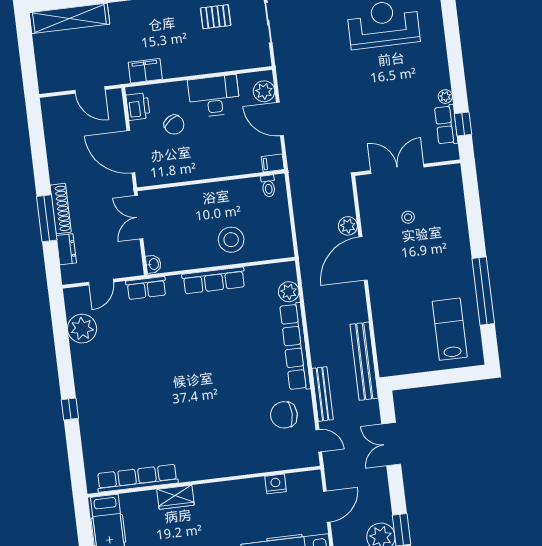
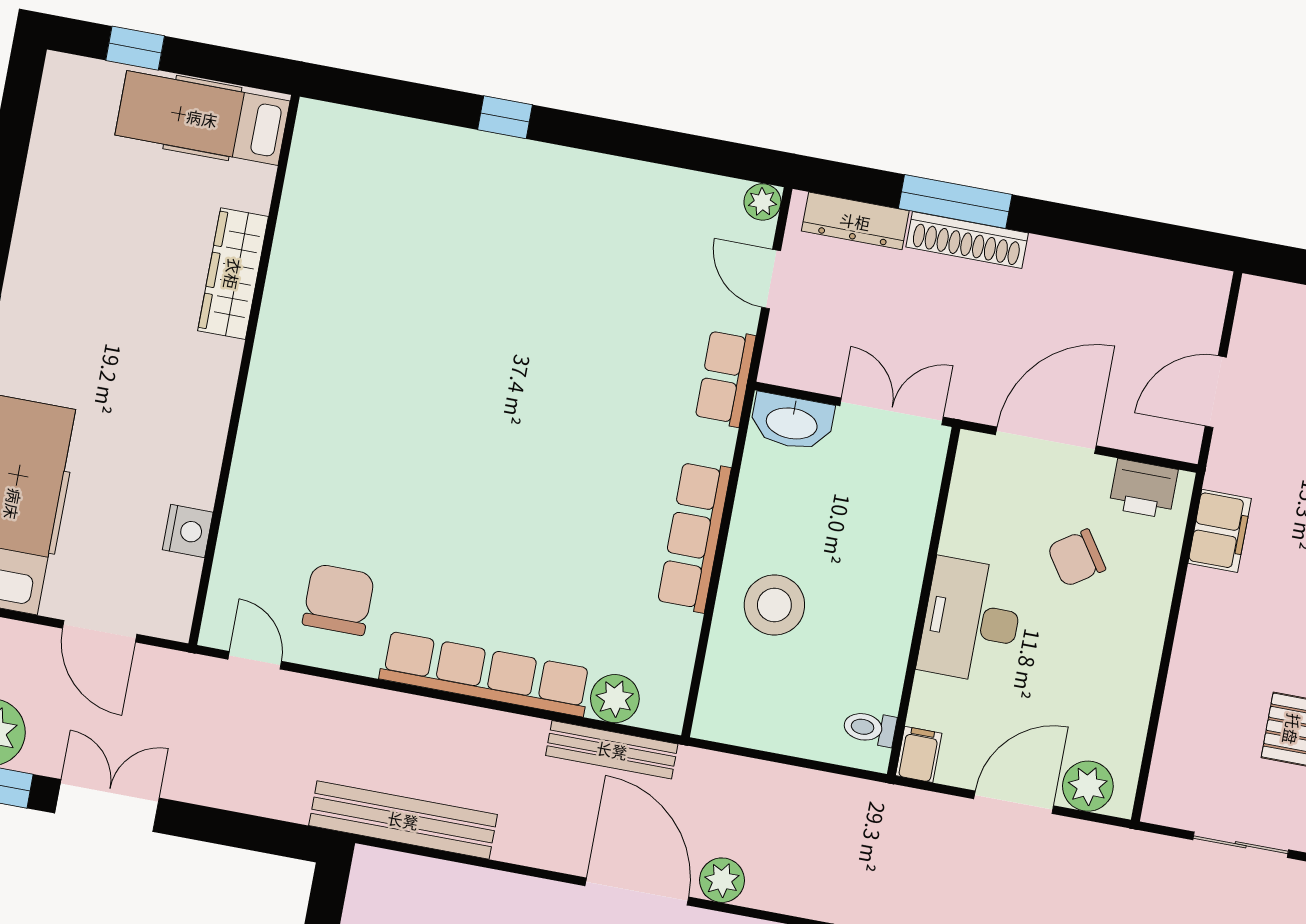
desk: (214, 96) -> (971, 620), moved, turned 180
dresser: (66, 249) -> (855, 221), width x1.44
washbasin: (153, 264) -> (792, 422), width x1.91, depth x1.45
plant: (82, 329) -> (762, 202), moved, width x0.53, depth x0.53
bench: (323, 394) -> (612, 750), moved
door: (319, 441) -> (255, 660), swing flipped
double door: (391, 444) -> (107, 806), moved
row of seats: (137, 478) -> (300, 221), removed
wardrobe: (175, 497) -> (233, 274), width x1.50

